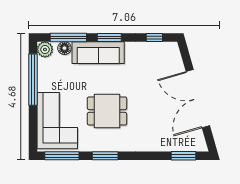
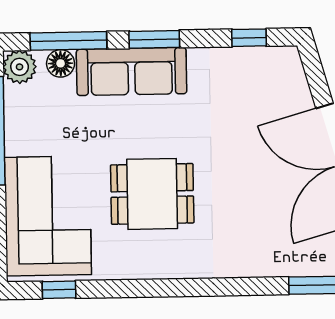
window: (62, 156) -> (59, 290), width x0.46
window: (105, 156) -> (150, 288), removed

